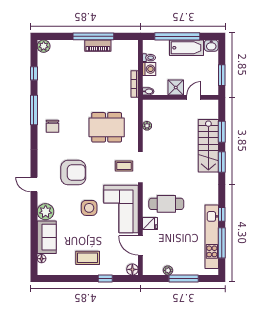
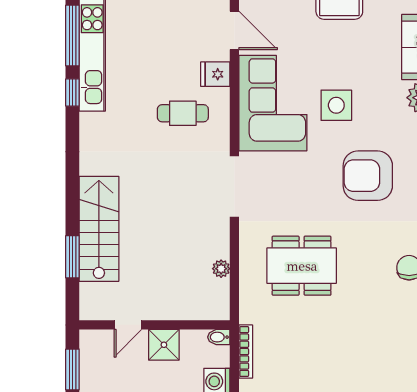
window: (222, 162) -> (72, 196), removed
coffee table: (124, 166) -> (267, 189), removed
cafe table: (166, 204) -> (183, 113), width x0.73, depth x0.74

